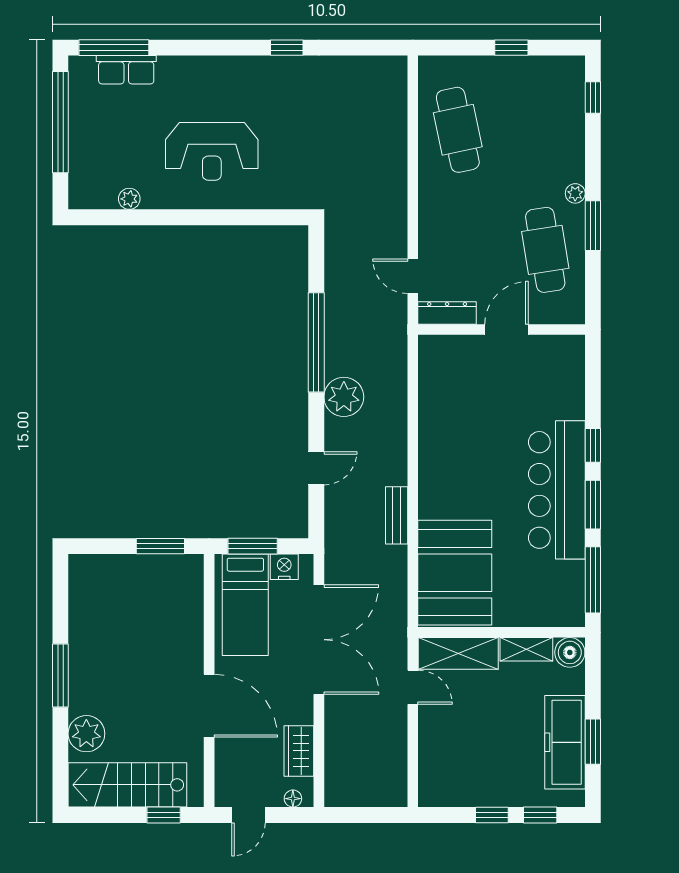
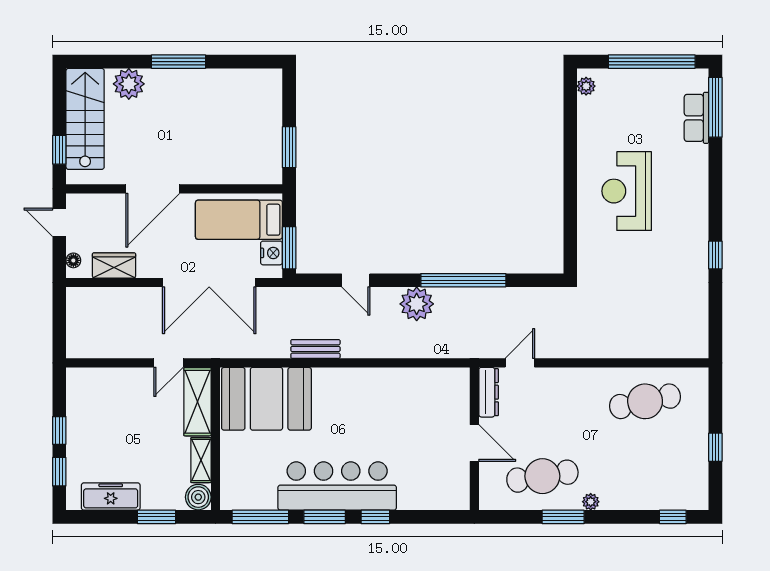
plant: (129, 199) -> (586, 86), moved
window: (253, 546) -> (289, 248), moved
freezer: (565, 742) -> (111, 496), width x0.73, depth x0.79
window: (593, 742) -> (156, 517), moved

